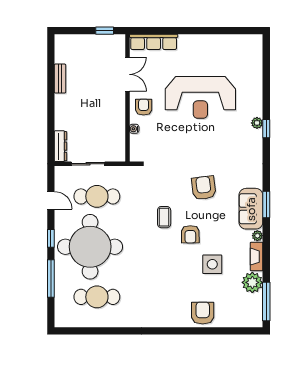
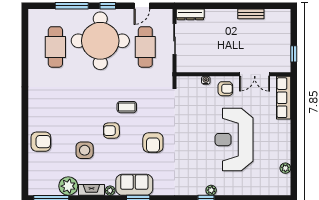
plant: (232, 40) -> (285, 168), added
armchair: (204, 188) -> (153, 143), turned 97

